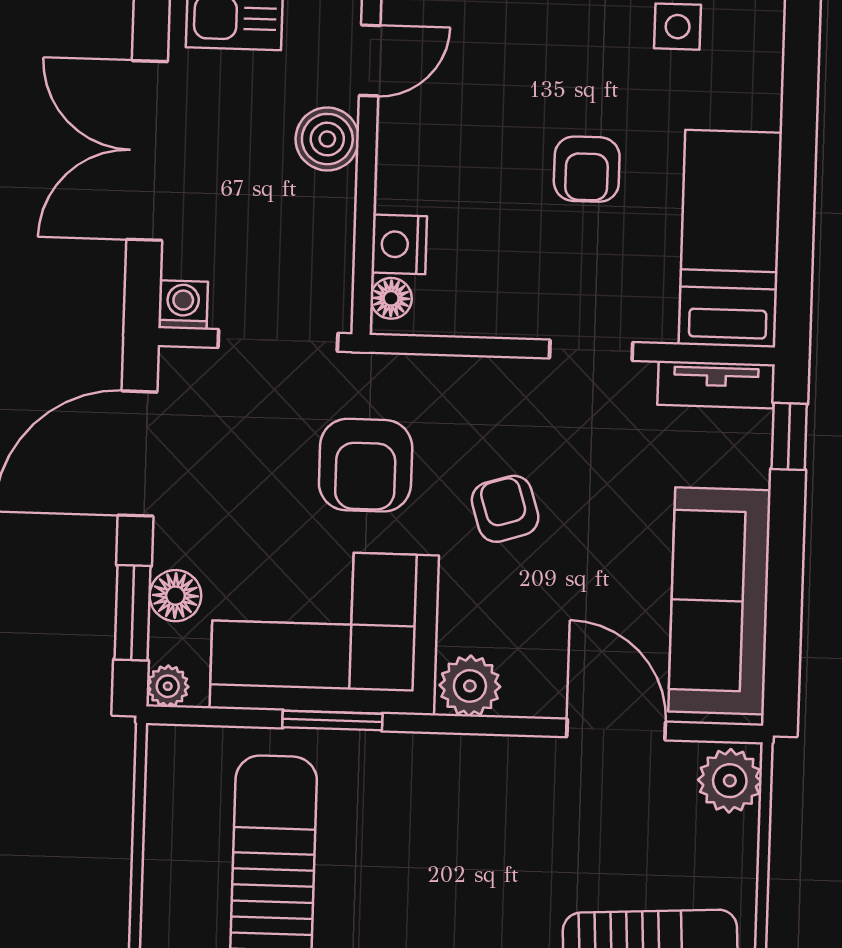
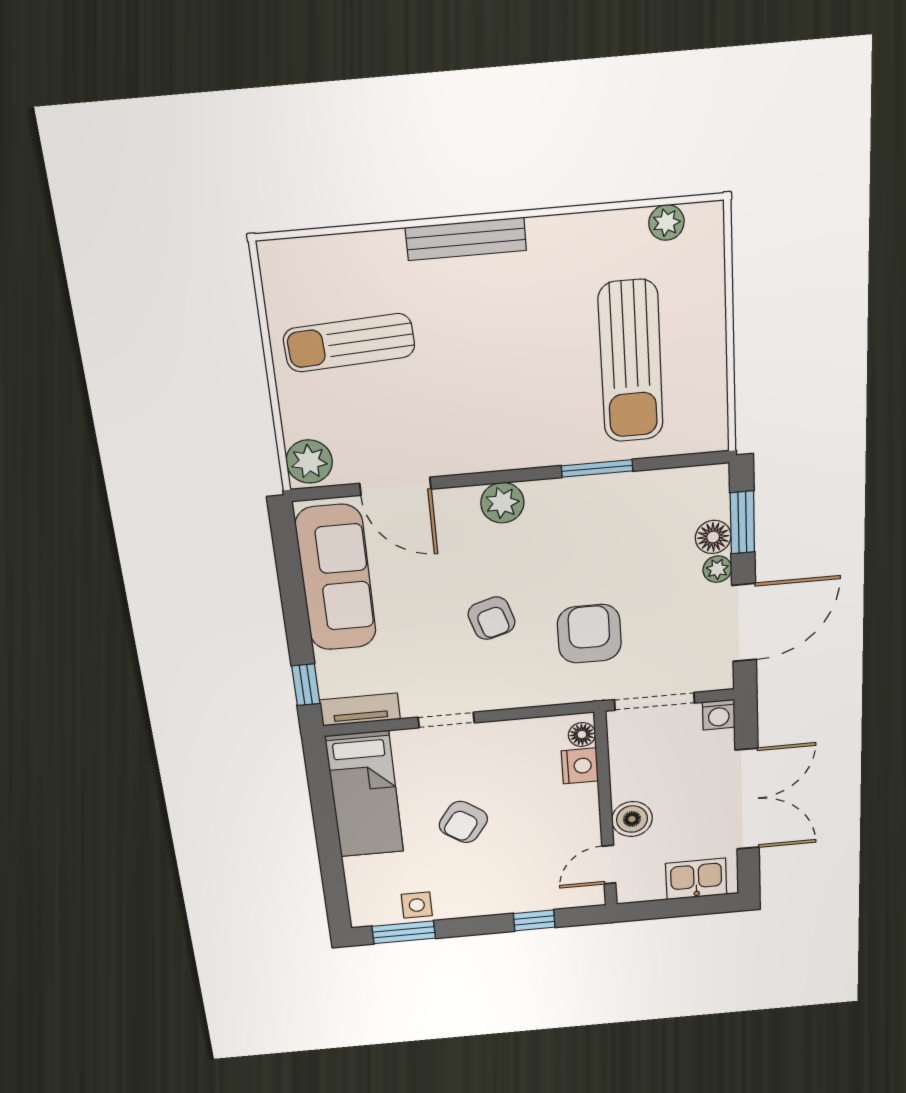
armchair: (587, 169) -> (463, 822), turned -145
corner sofa: (324, 632) -> (608, 526), removed
plant: (168, 686) -> (717, 569), moved

